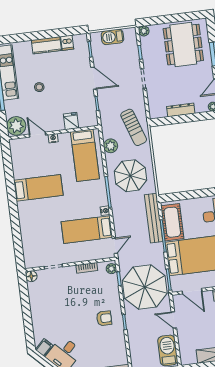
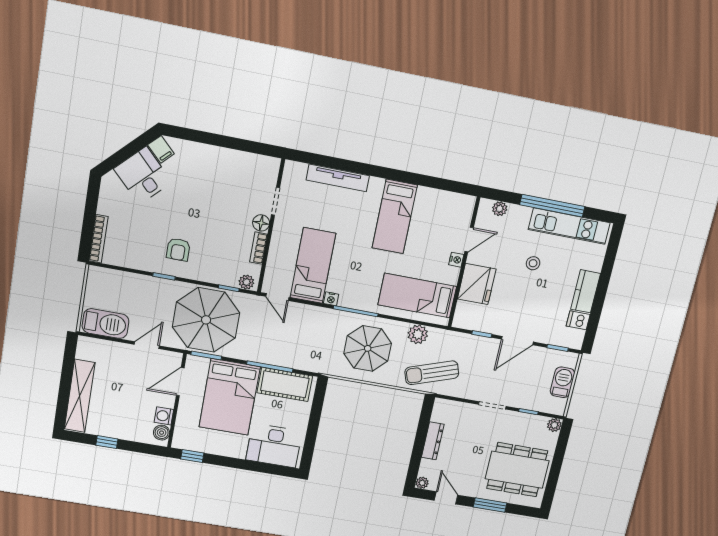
fridge: (71, 121) -> (477, 284), width x1.88, depth x1.34
plant: (16, 126) -> (500, 209), width x0.53, depth x0.53
bench: (154, 218) -> (299, 361), removed
tv unit: (26, 232) -> (338, 178), added
floor lamp: (31, 276) -> (261, 223), moved

